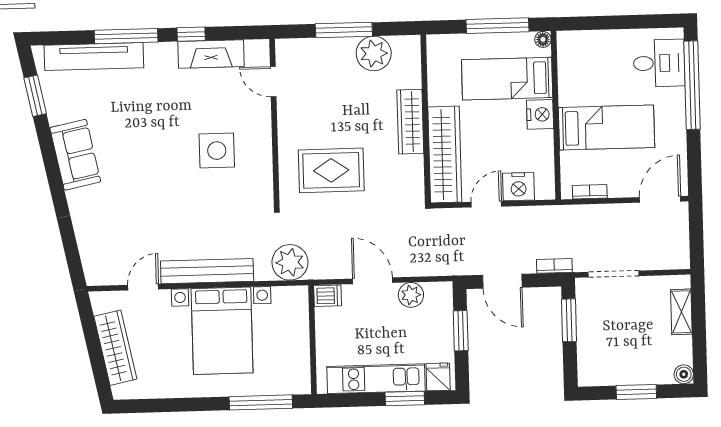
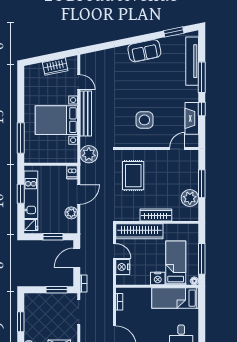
bed: (607, 128) -> (175, 298), moved, turned 90
wardrobe: (115, 348) -> (55, 67), width x0.67
window: (405, 398) -> (21, 194), moved

